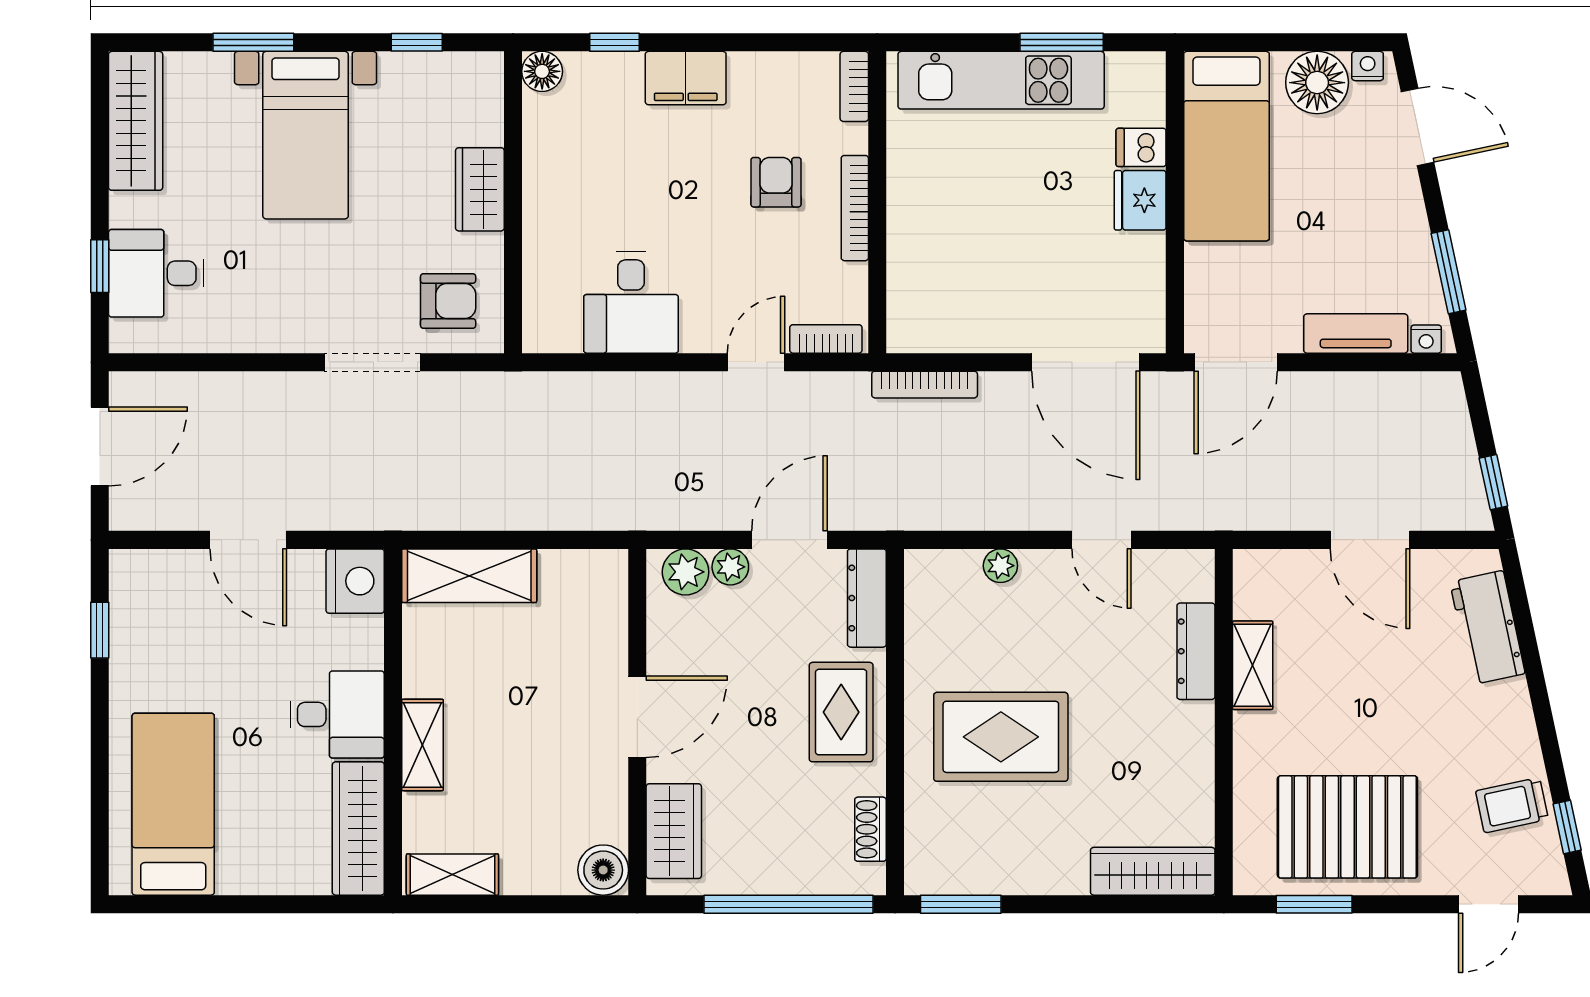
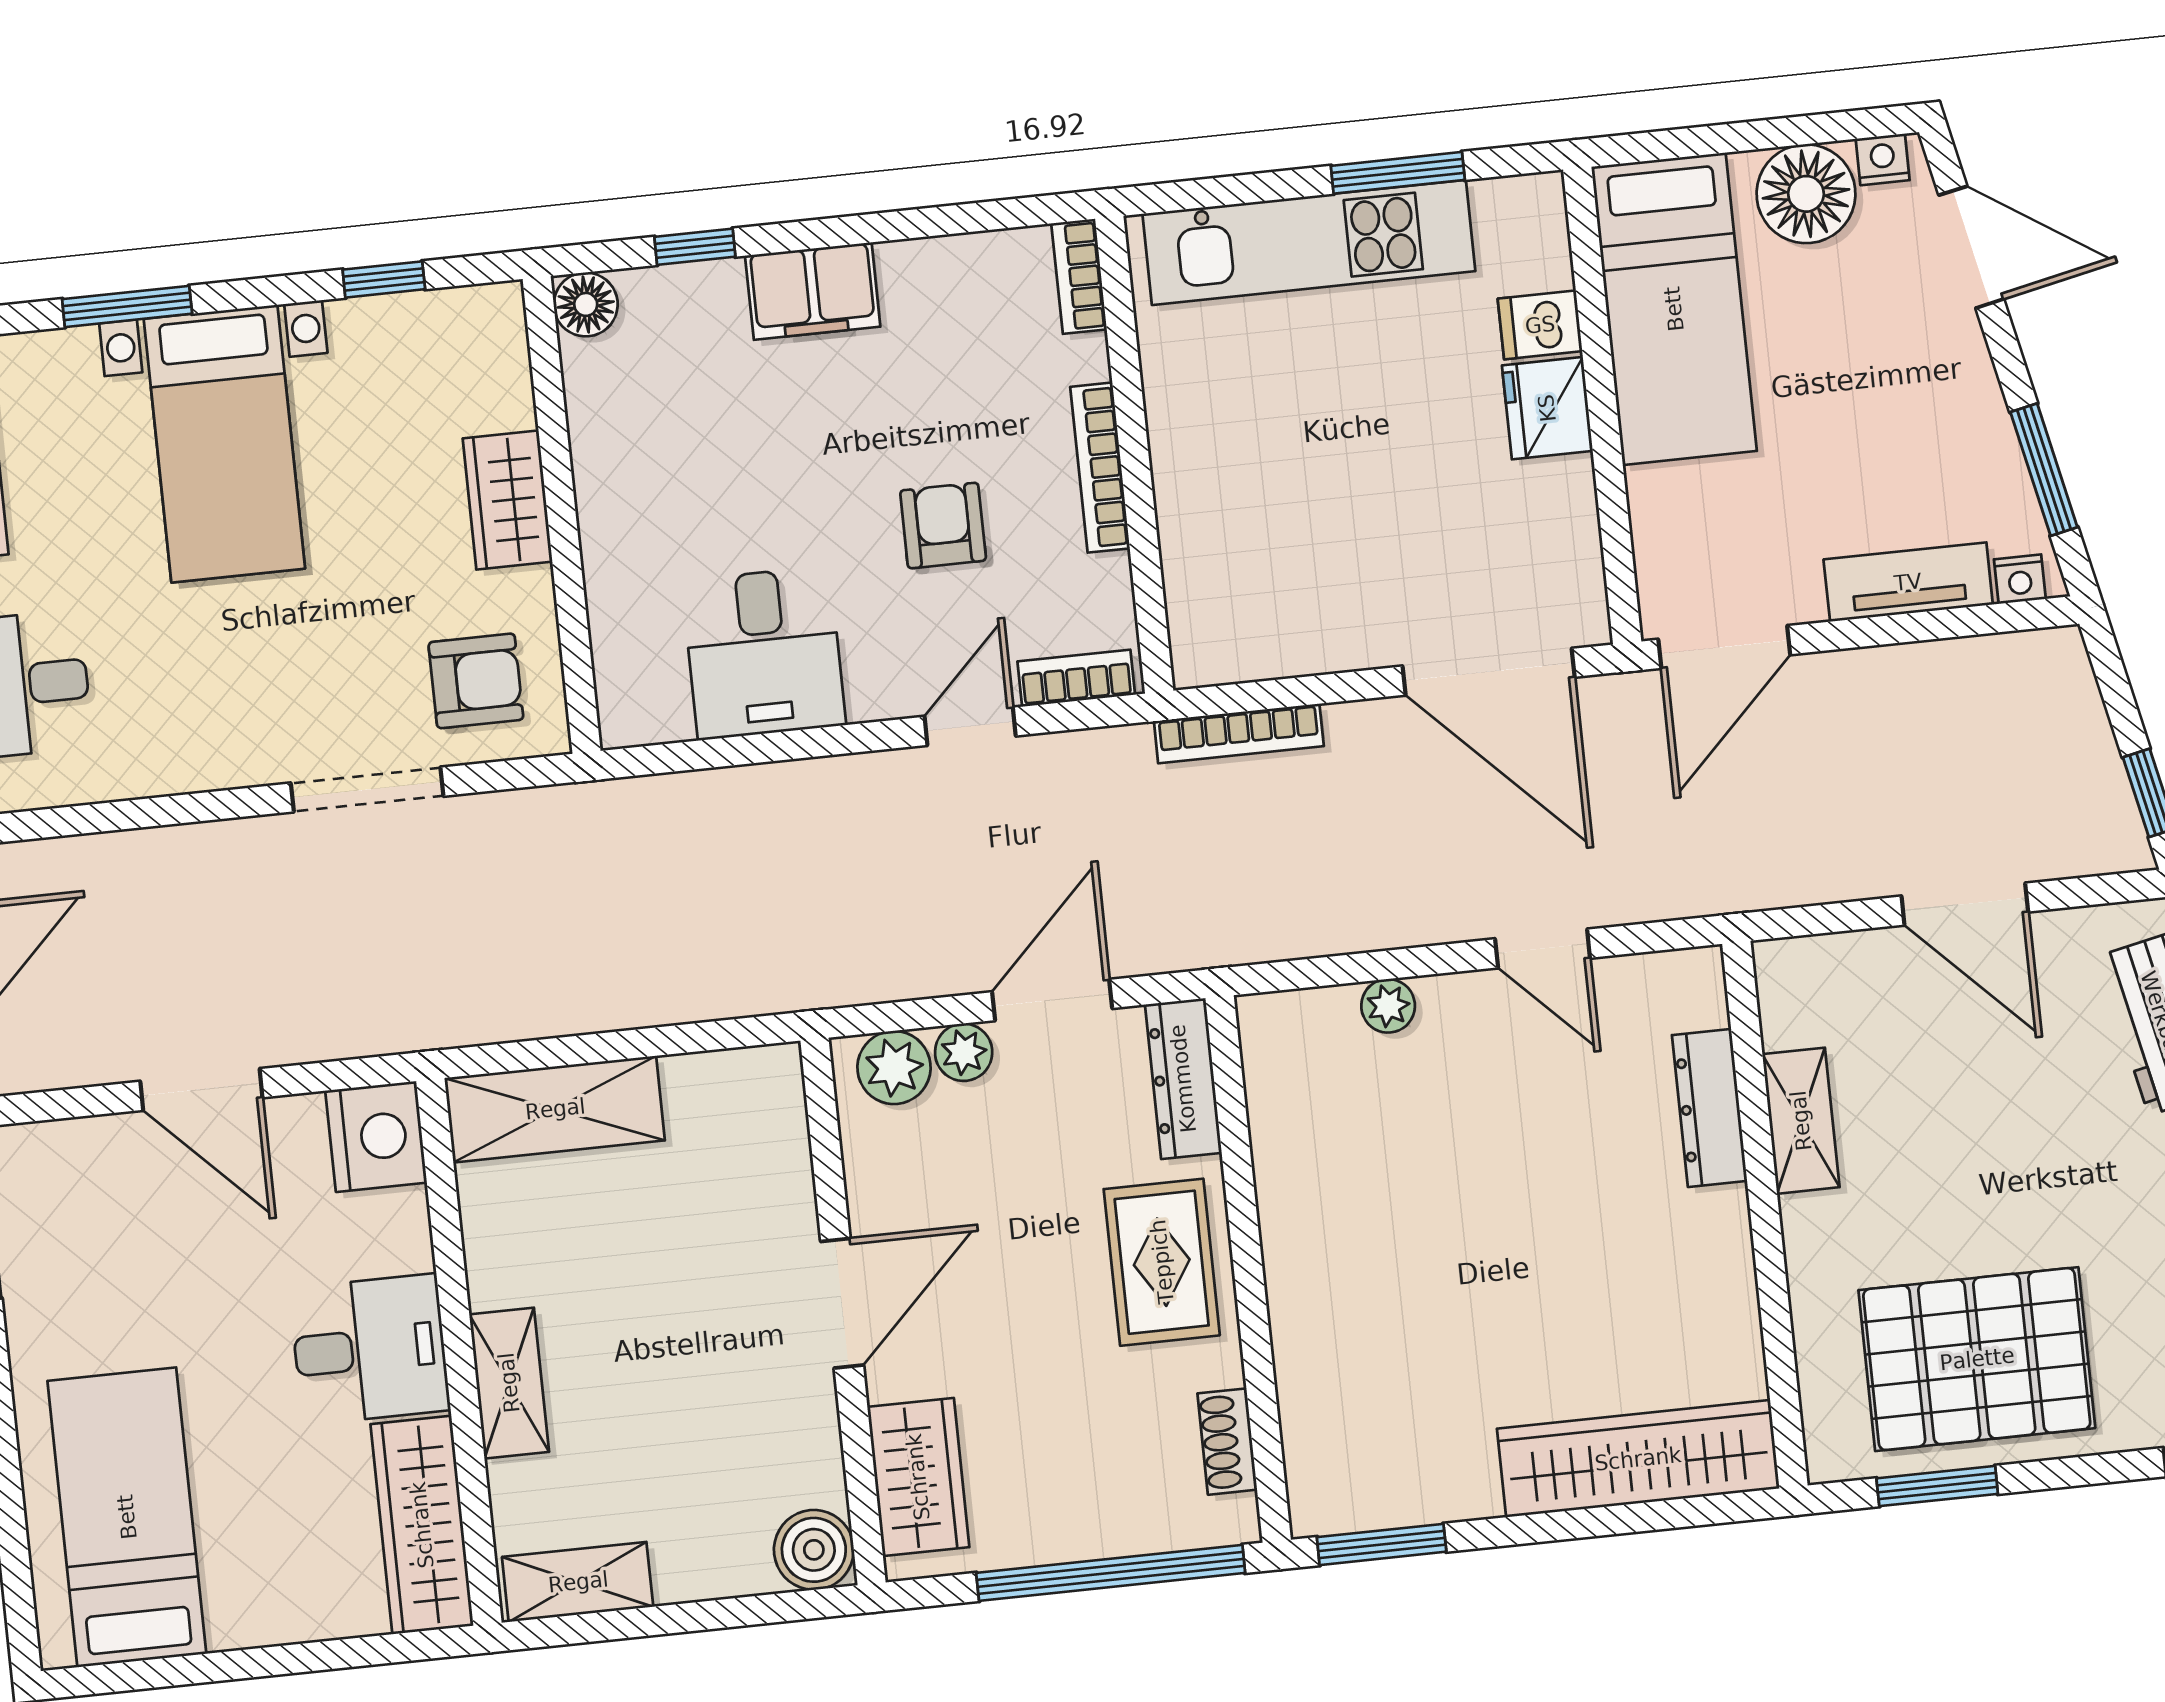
armchair: (776, 182) -> (943, 526), moved
rug: (1001, 737) -> (1417, 1275), removed
wardrobe: (1153, 871) -> (1638, 1459), width x1.40, depth x1.17

